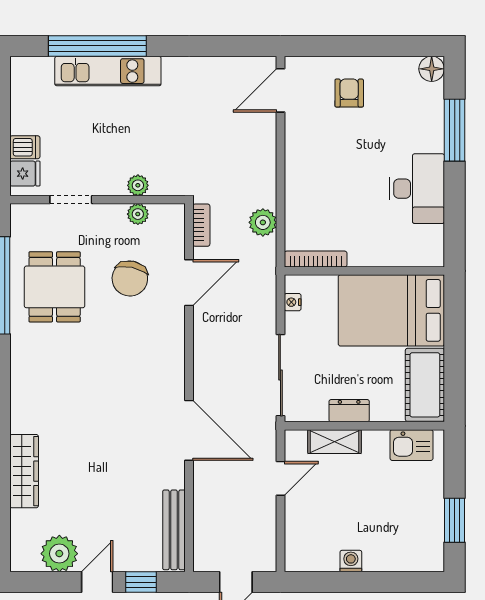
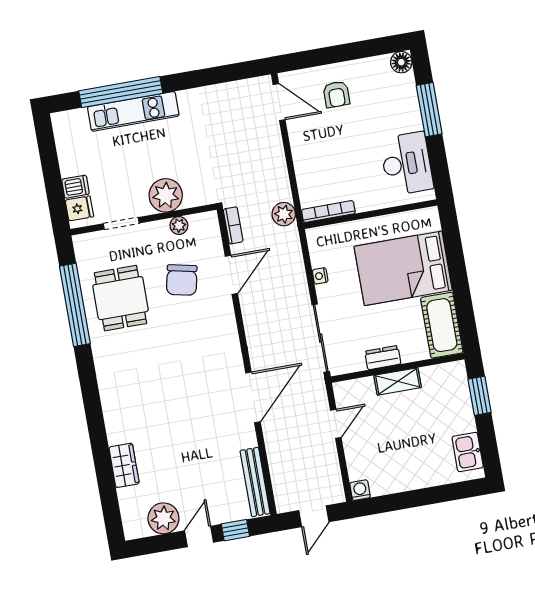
door: (280, 90) -> (279, 102), swing flipped
armchair: (349, 93) -> (336, 94), turned 180
plant: (138, 185) -> (166, 195), width x1.88, depth x1.88
bookcase: (316, 259) -> (328, 211), moved
wall: (364, 271) -> (371, 214), moved
door: (189, 430) -> (253, 397), hinge flipped
shelving: (335, 442) -> (398, 381), moved
kitchen sink: (412, 445) -> (468, 452), moved, turned 90
wardrobe: (24, 471) -> (124, 465), width x0.67
window: (455, 520) -> (480, 396), moved
washing machine: (351, 561) -> (360, 490), moved

